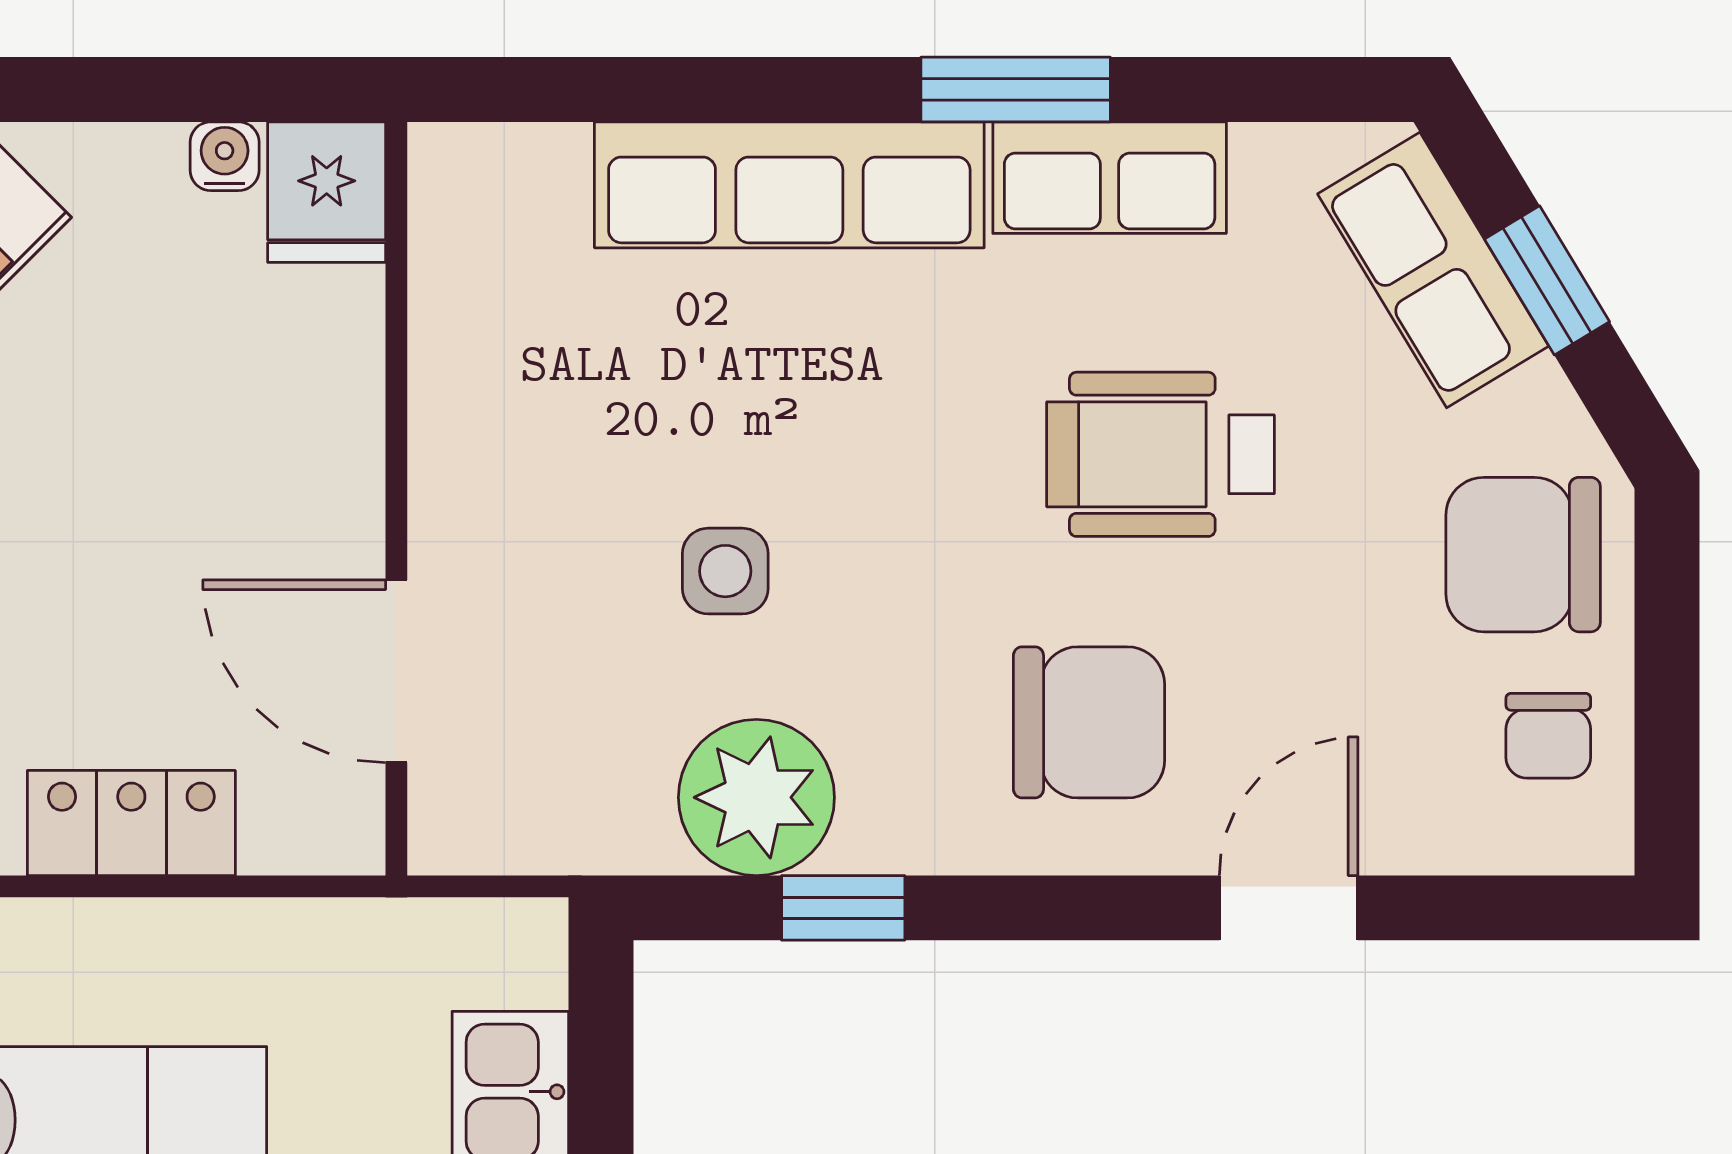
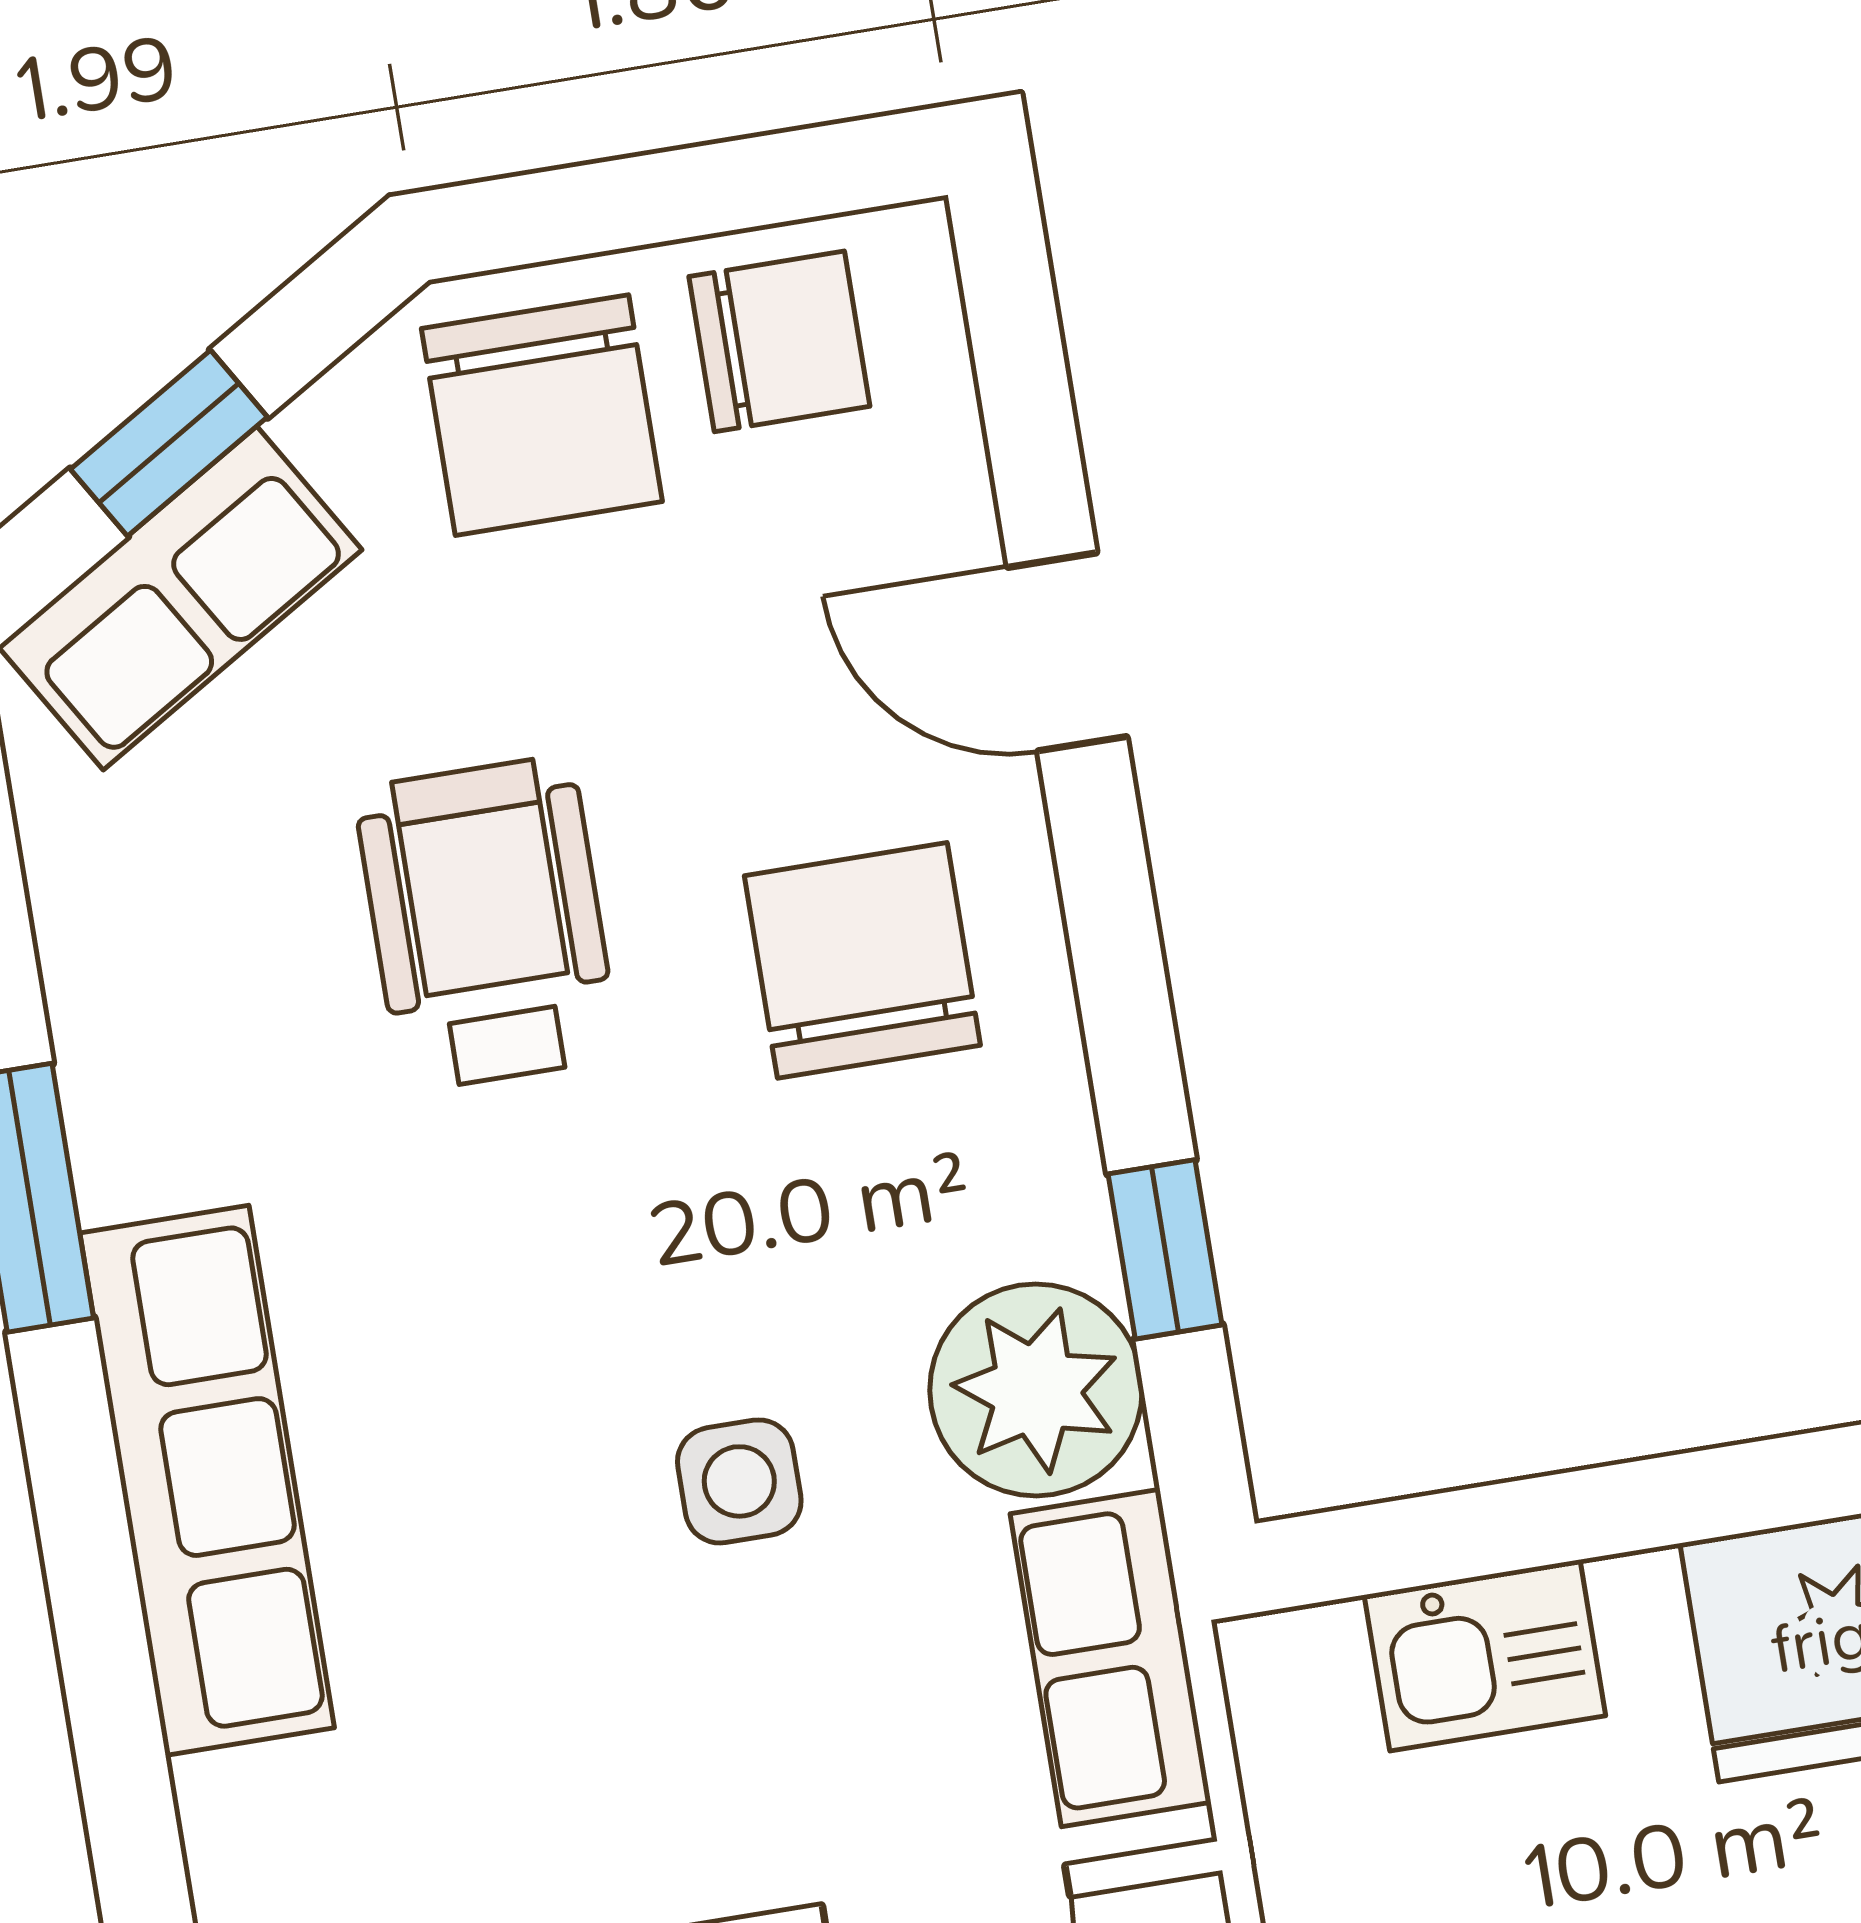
row of seats: (1110, 178) -> (1111, 1658), moved, turned 180
wheelchair: (1161, 454) -> (487, 923), turned 180
chair: (1548, 736) -> (779, 341), width x1.37, depth x1.37

